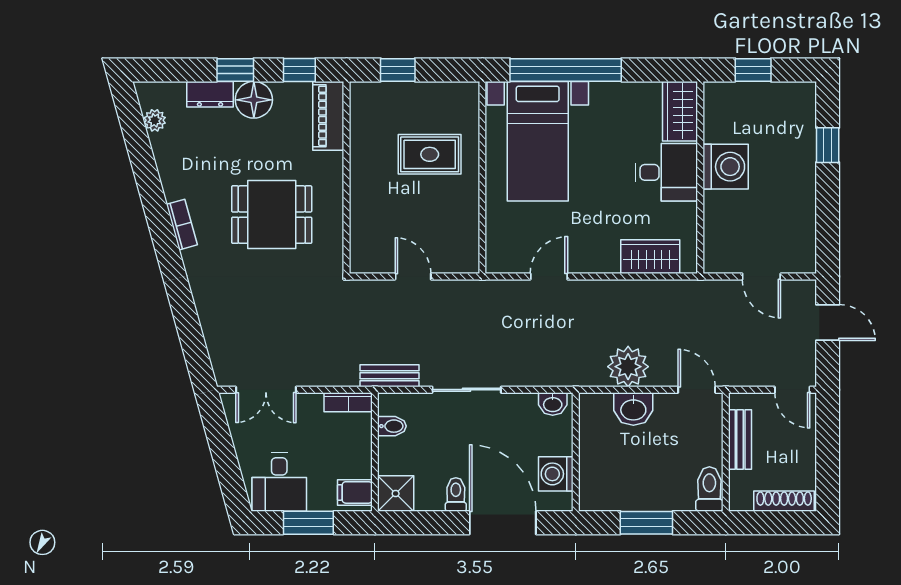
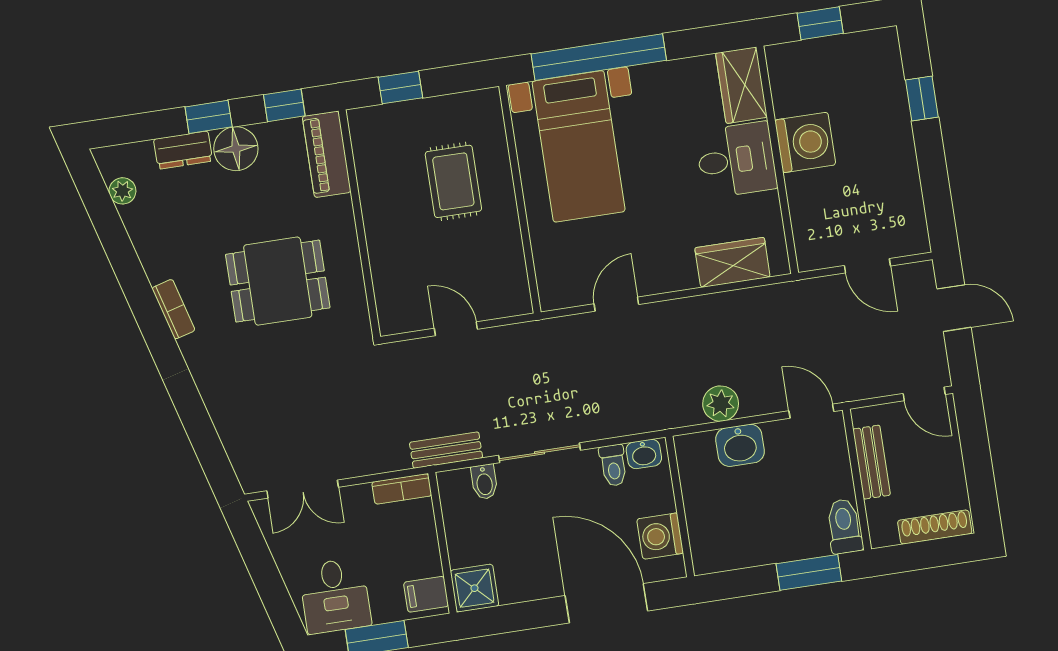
rug: (430, 154) -> (453, 181), turned 90
plant: (628, 367) -> (721, 404), width x0.73, depth x0.73
bidet: (392, 426) -> (484, 482), moved, turned 90
toilet: (456, 495) -> (613, 465), moved, turned 180
window: (646, 523) -> (809, 572), moved

